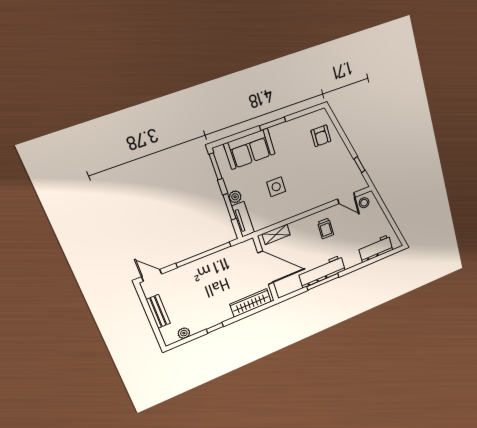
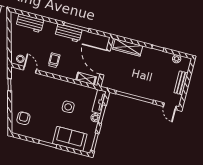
workbench: (322, 271) -> (68, 33), width x0.73

